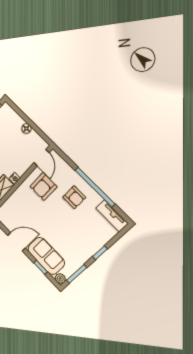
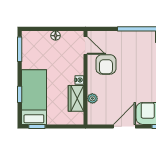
armchair: (74, 197) -> (134, 50), removed
plant: (12, 200) -> (92, 98), added

